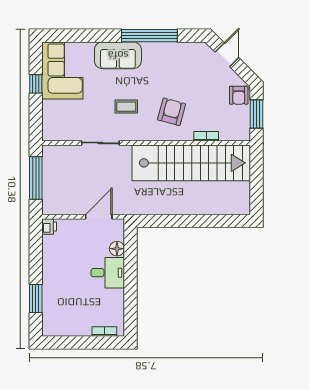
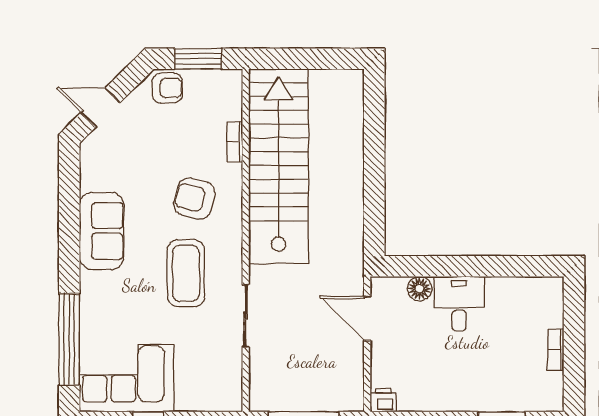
window: (149, 36) -> (69, 339), moved
sofa: (118, 55) -> (102, 231), moved
coffee table: (126, 107) -> (186, 273), width x1.86, depth x1.72
bookcase: (104, 331) -> (556, 350), moved

